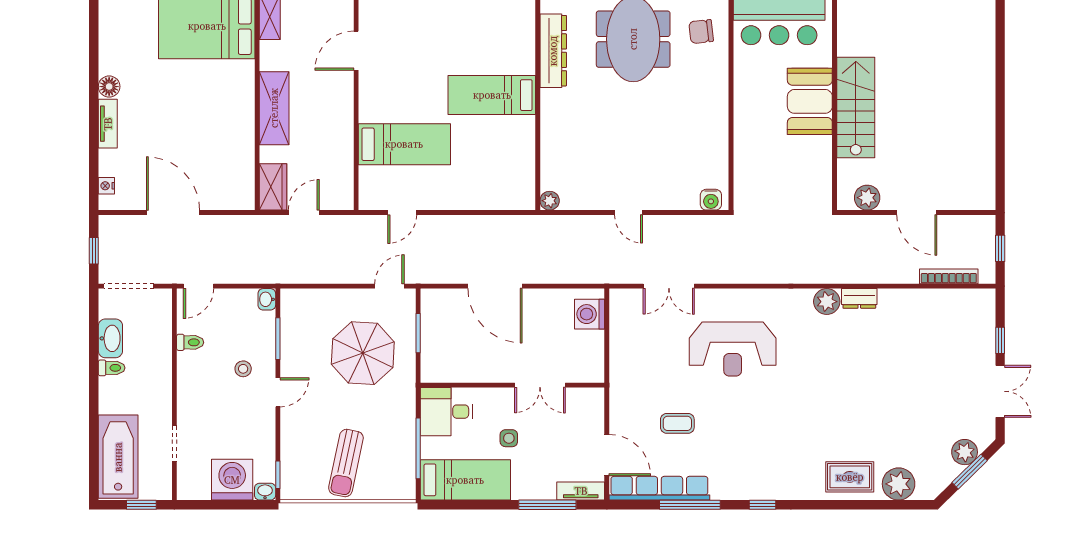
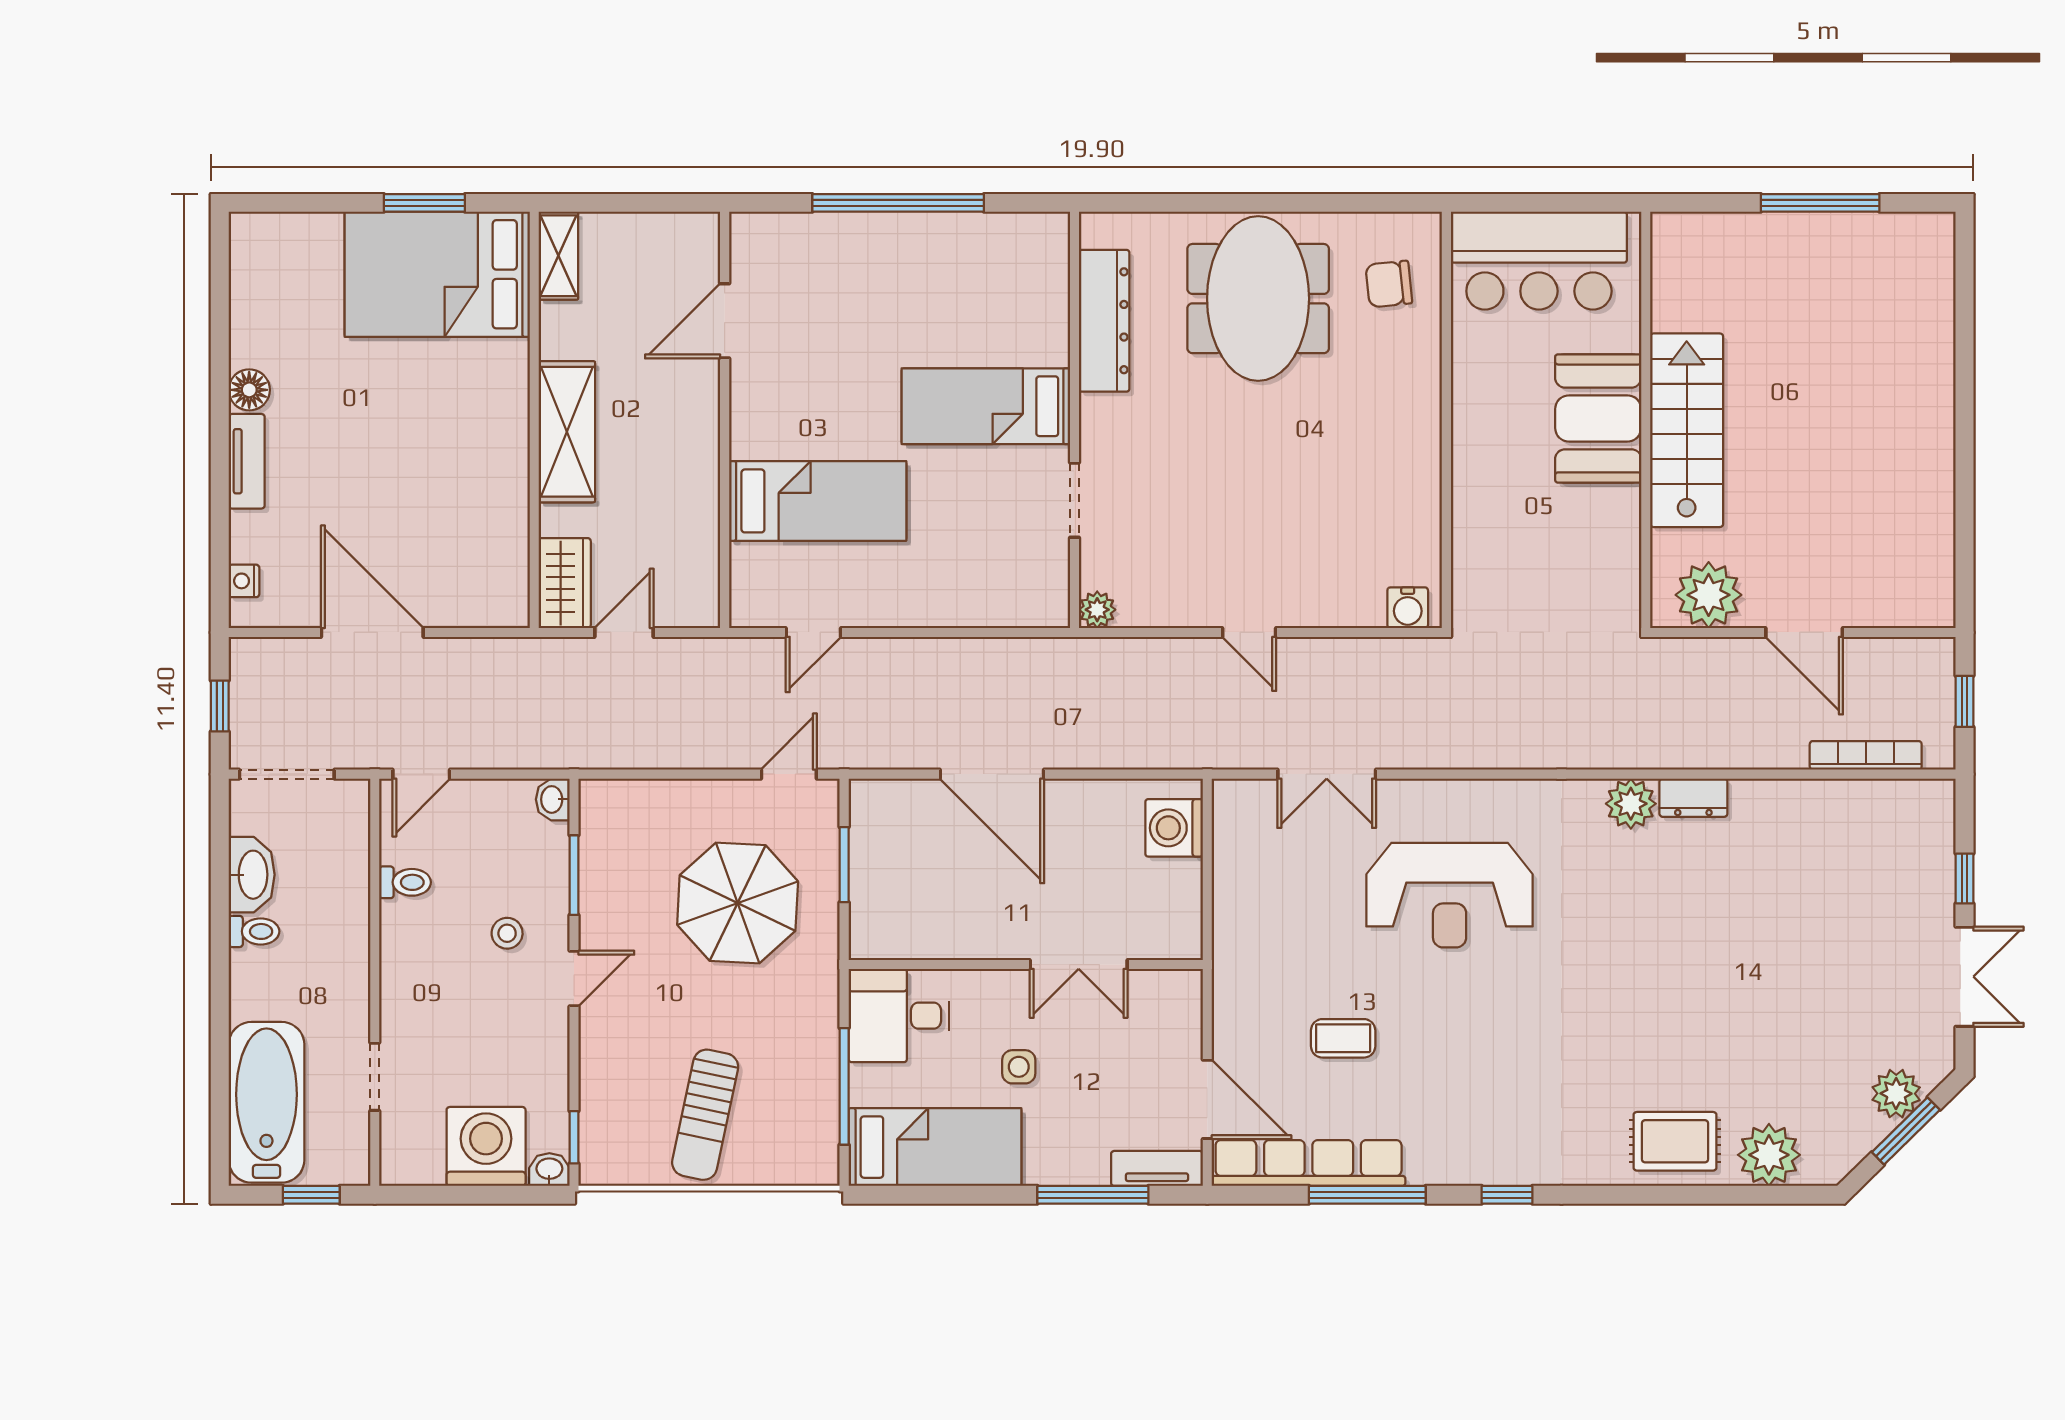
doorway: (538, 144) -> (1074, 500), added
plant: (867, 198) -> (1709, 595), width x1.36, depth x1.36

